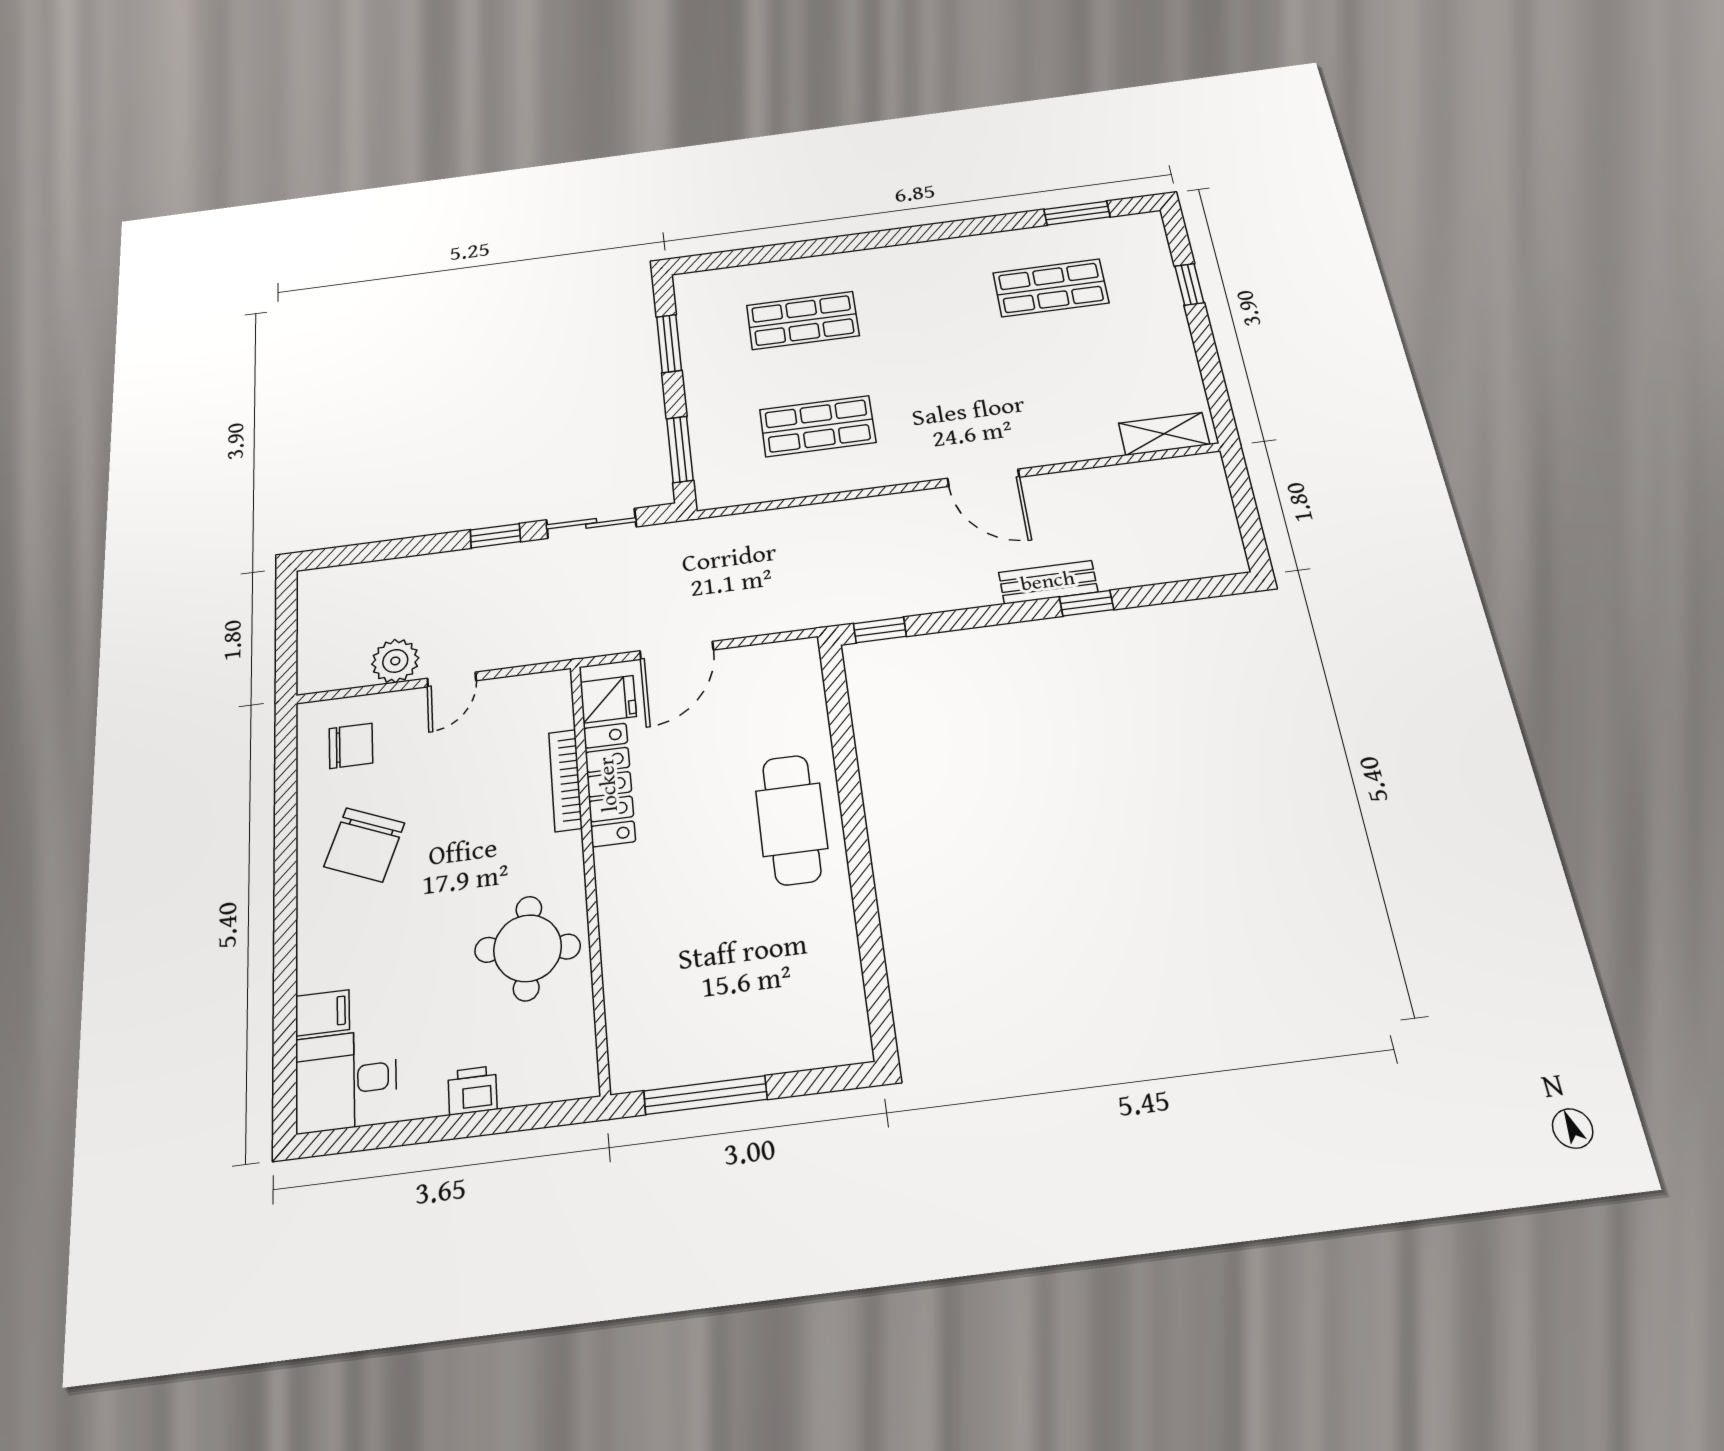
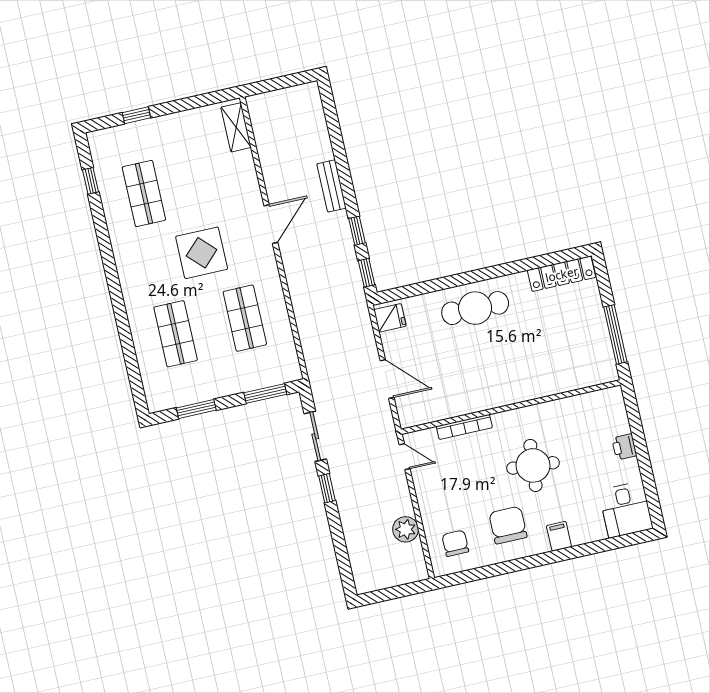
window: (1077, 213) -> (90, 181), width x0.67
display table: (940, 367) -> (202, 253), added
window: (1087, 603) -> (357, 231), moved
door: (452, 679) -> (405, 457), moved
fridge: (608, 699) -> (390, 318), moved, turned 90
locker: (609, 784) -> (562, 274), moved, turned 180
chair: (364, 845) -> (508, 525), turned -112
round table: (528, 948) -> (533, 465), moved
filing cabinet: (323, 1013) -> (559, 536), moved

